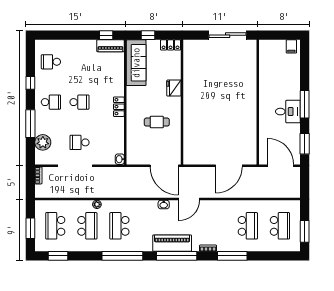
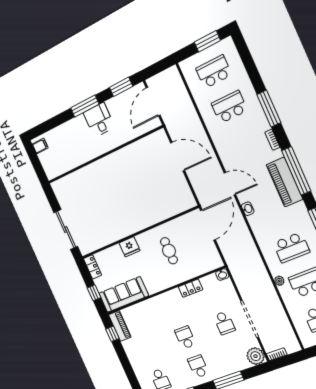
sliding door: (228, 35) -> (66, 229), moved
locker: (119, 107) -> (190, 288), moved
plant: (43, 142) -> (255, 356), moved

